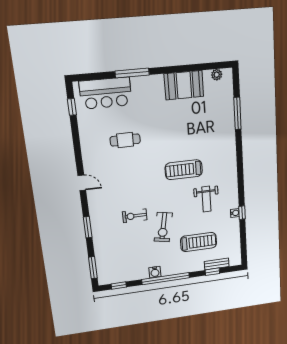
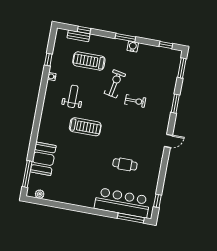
window: (132, 73) -> (131, 218), moved
booth: (184, 85) -> (43, 159), moved, turned 90
bar counter: (106, 93) -> (122, 203), width x1.36
window: (237, 113) -> (27, 174), moved
door: (82, 183) -> (168, 141), swing flipped
window: (242, 213) -> (48, 60), moved
window: (166, 279) -> (125, 38), width x0.47

